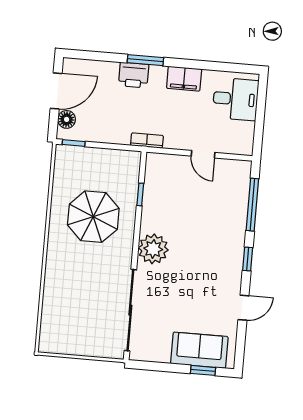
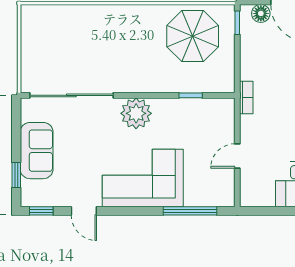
parasol: (93, 217) -> (193, 36), moved
corner sofa: (217, 248) -> (143, 178), added
window: (248, 259) -> (41, 211), moved
sofa: (199, 350) -> (37, 151), moved

